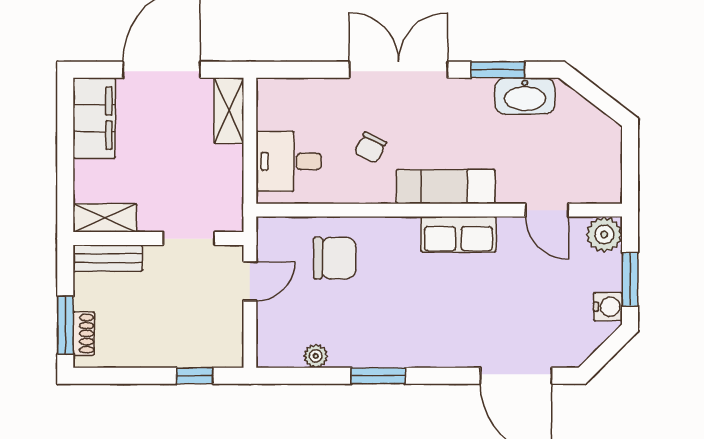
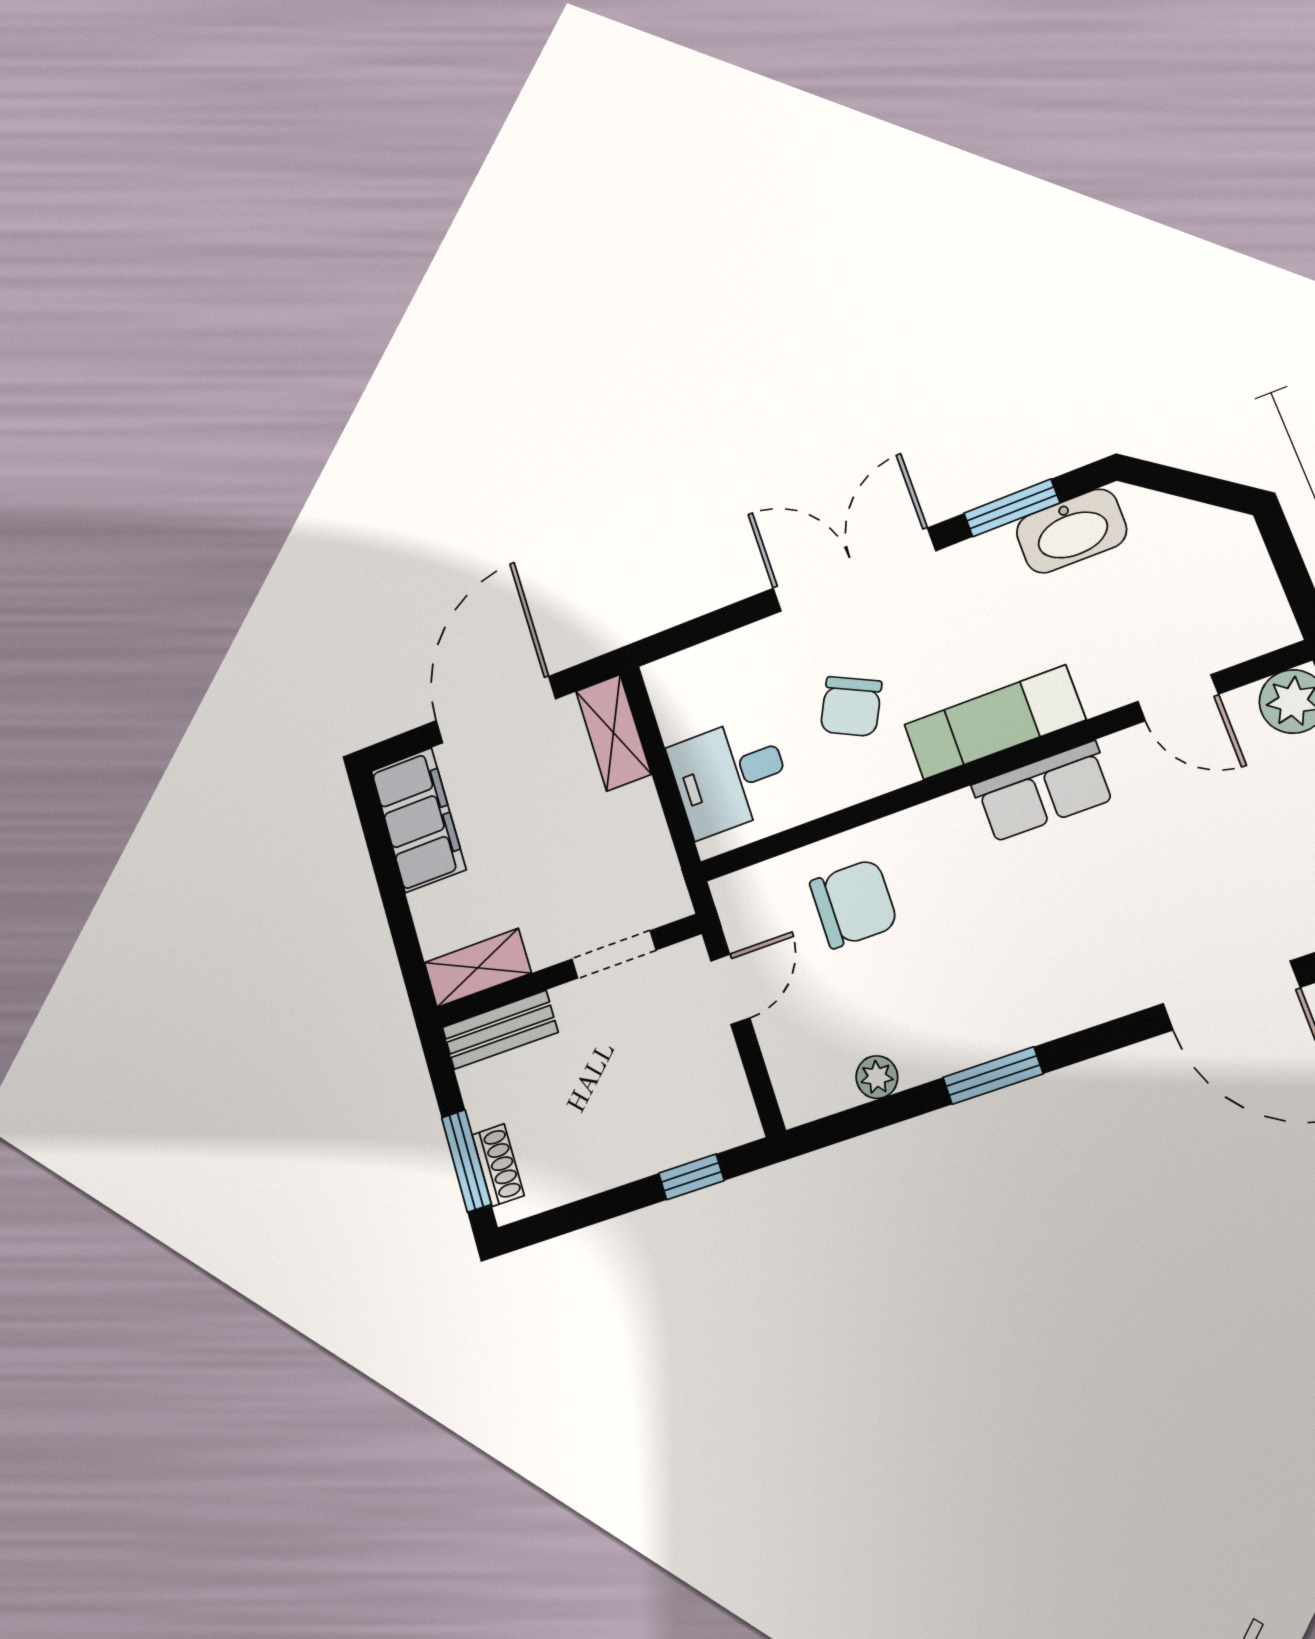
chair: (370, 148) -> (851, 706), width x1.37, depth x1.37

